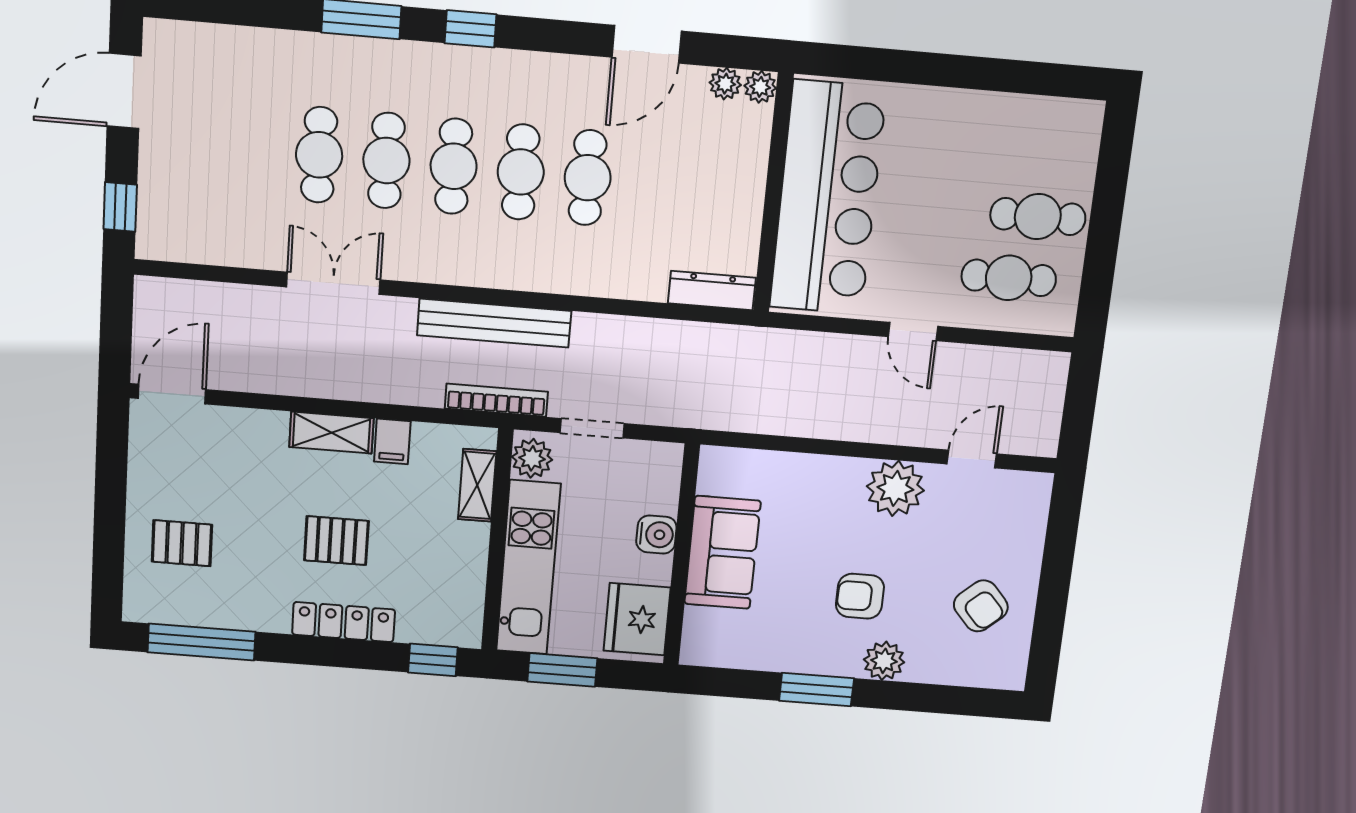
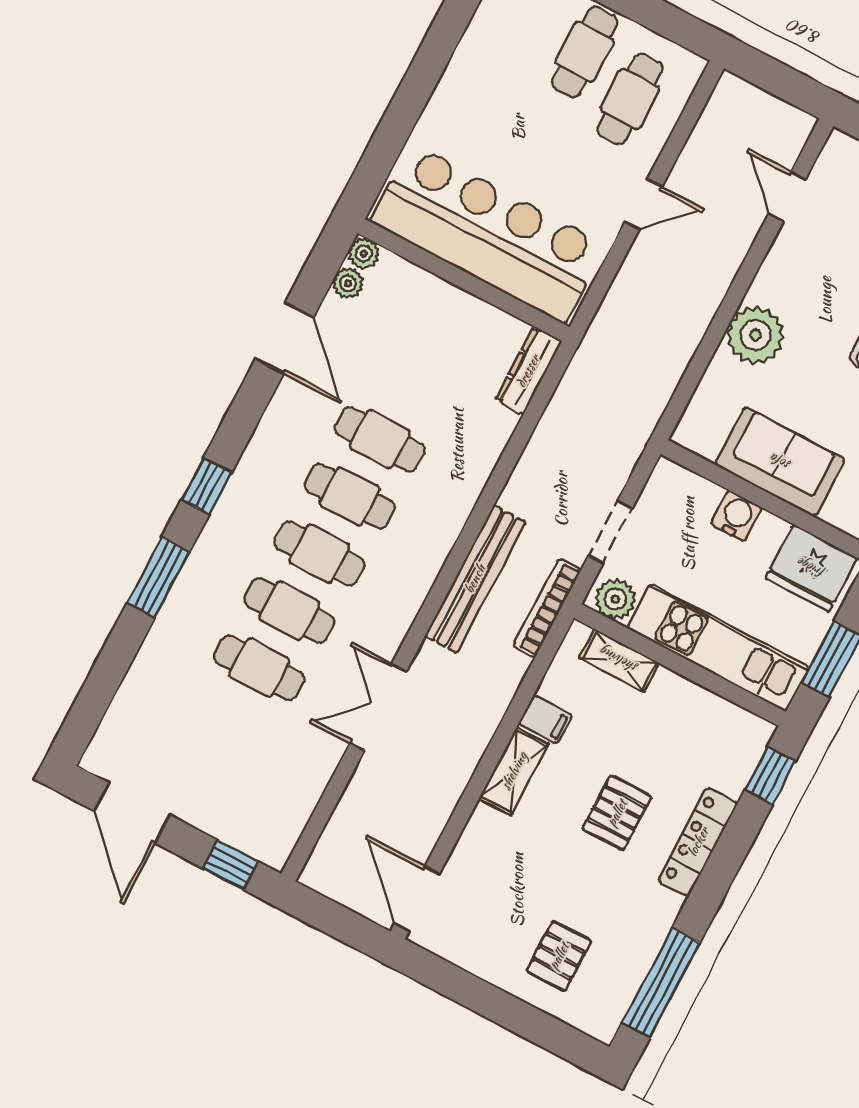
plant: (895, 488) -> (755, 335), moved

